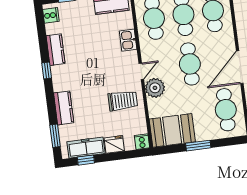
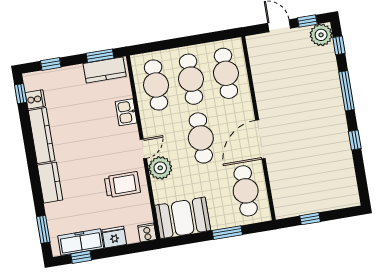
cooker: (51, 15) -> (35, 99), moved
kitchen counter: (56, 50) -> (42, 136), width x1.50
window: (47, 71) -> (21, 94), moved
kitchen counter: (64, 108) -> (50, 183), moved
window: (198, 146) -> (227, 233), moved

